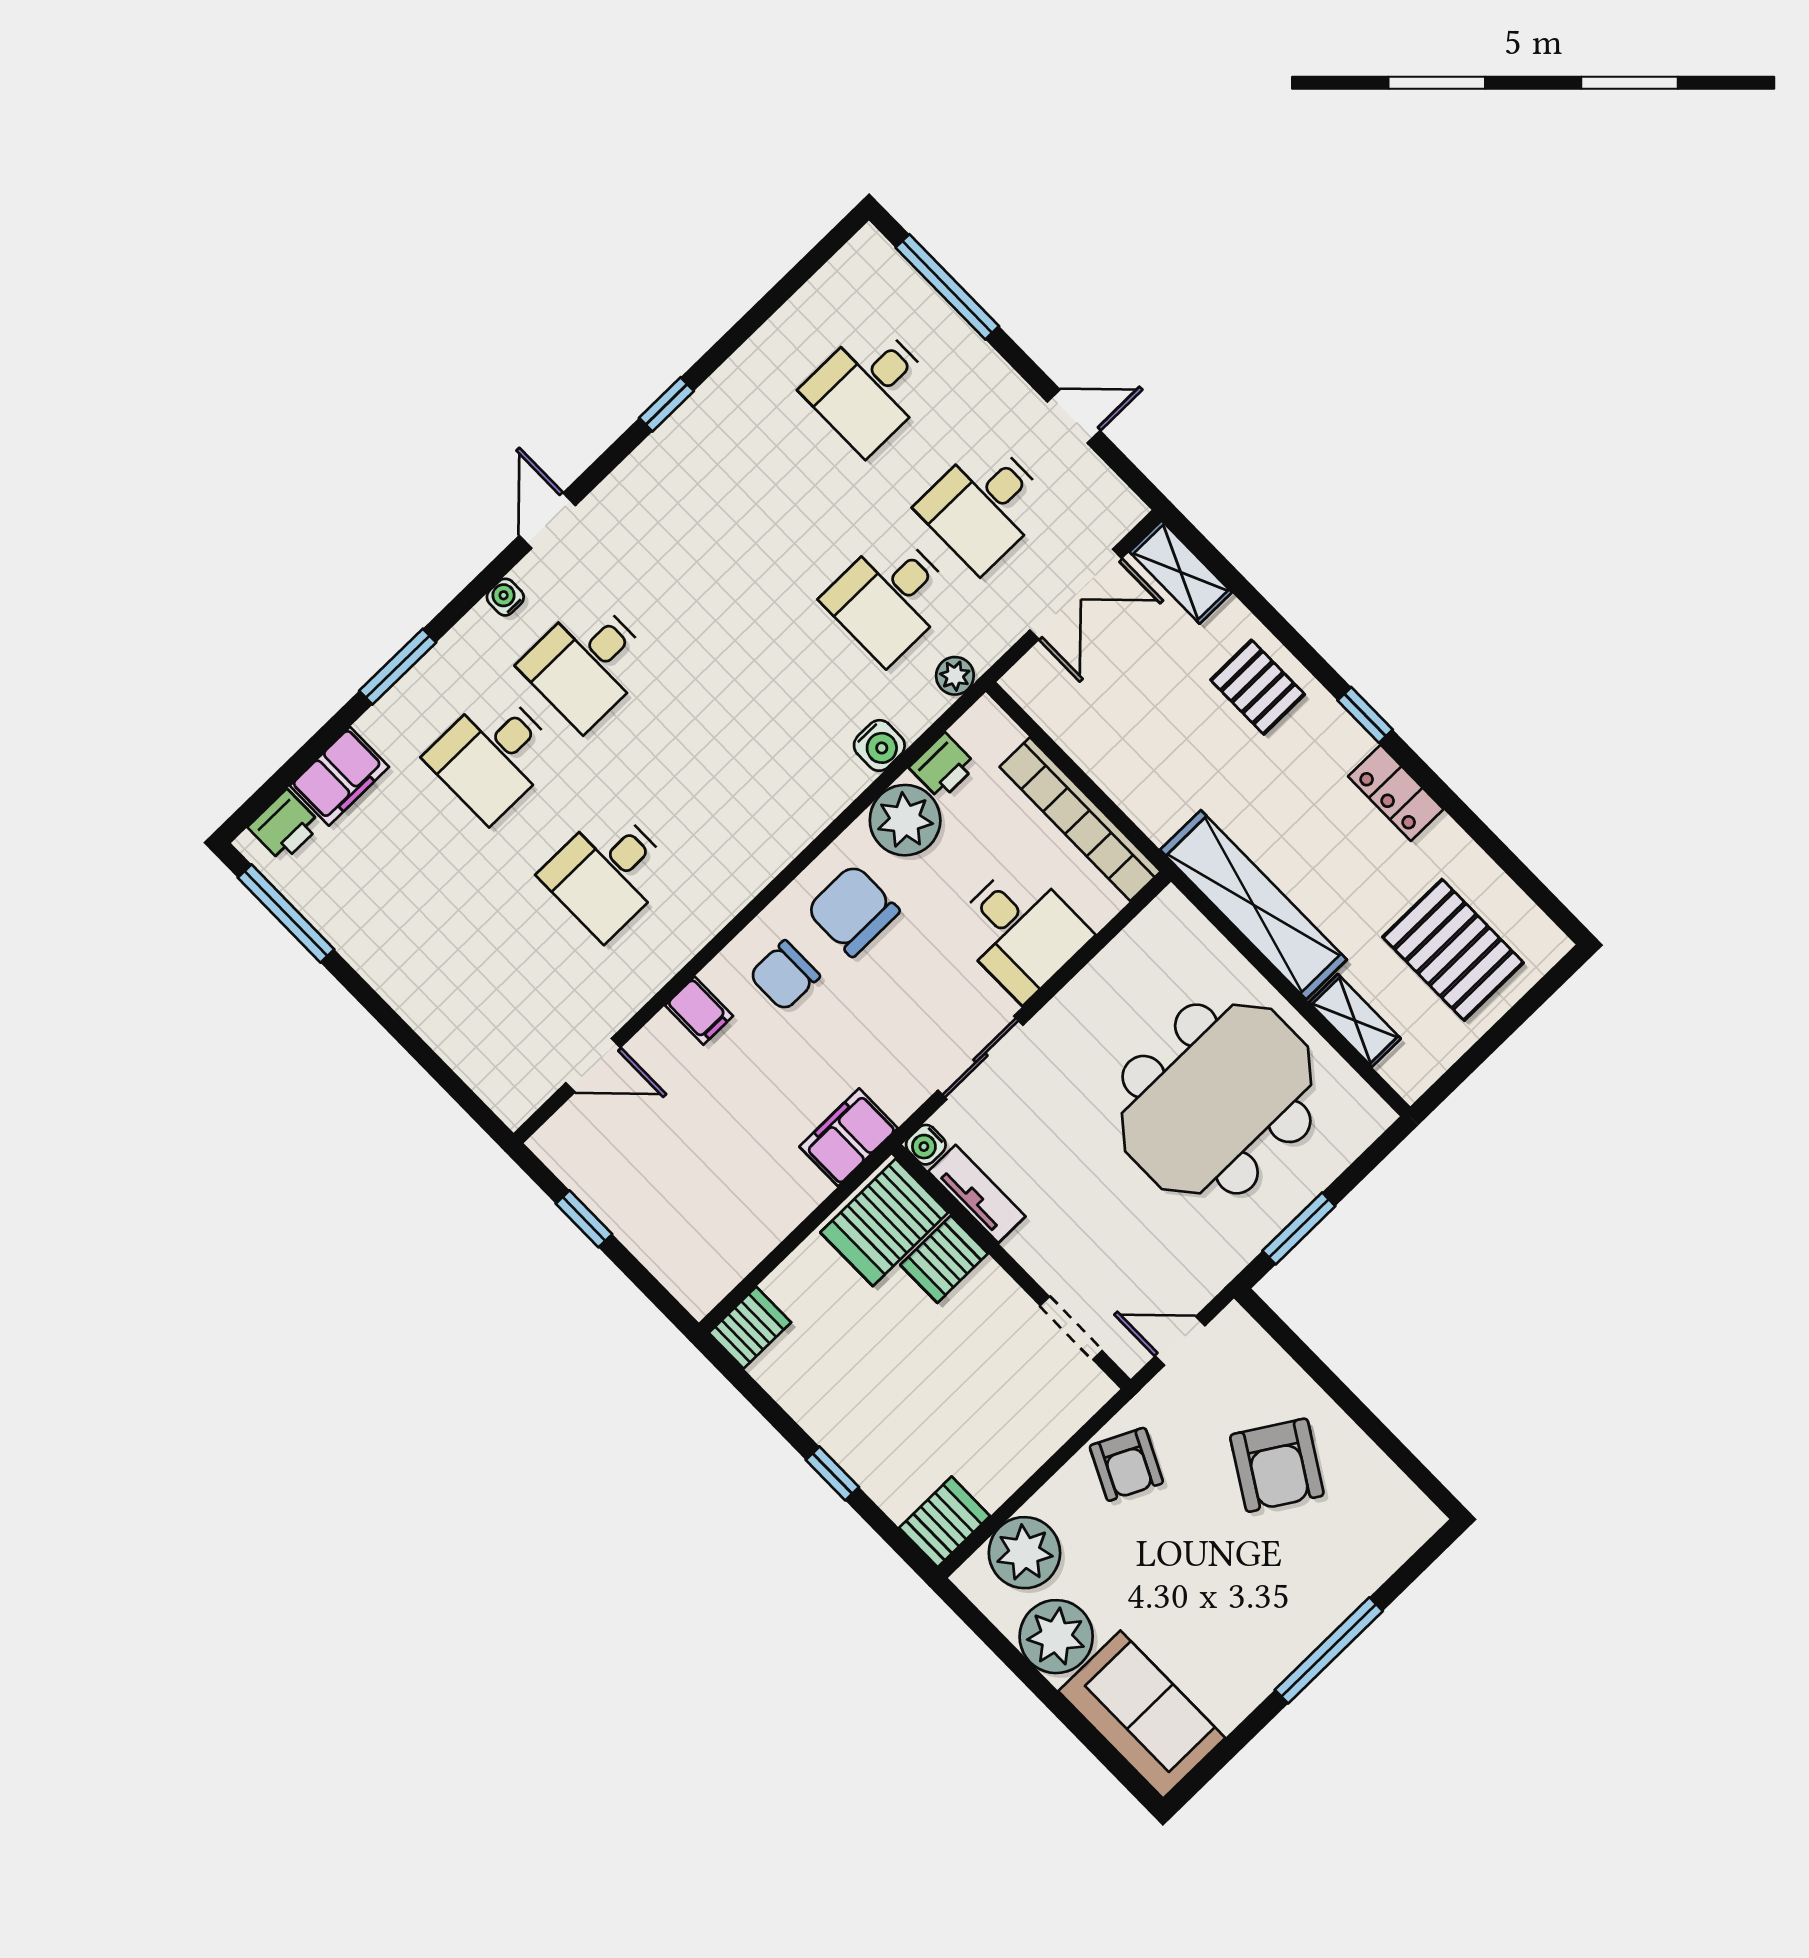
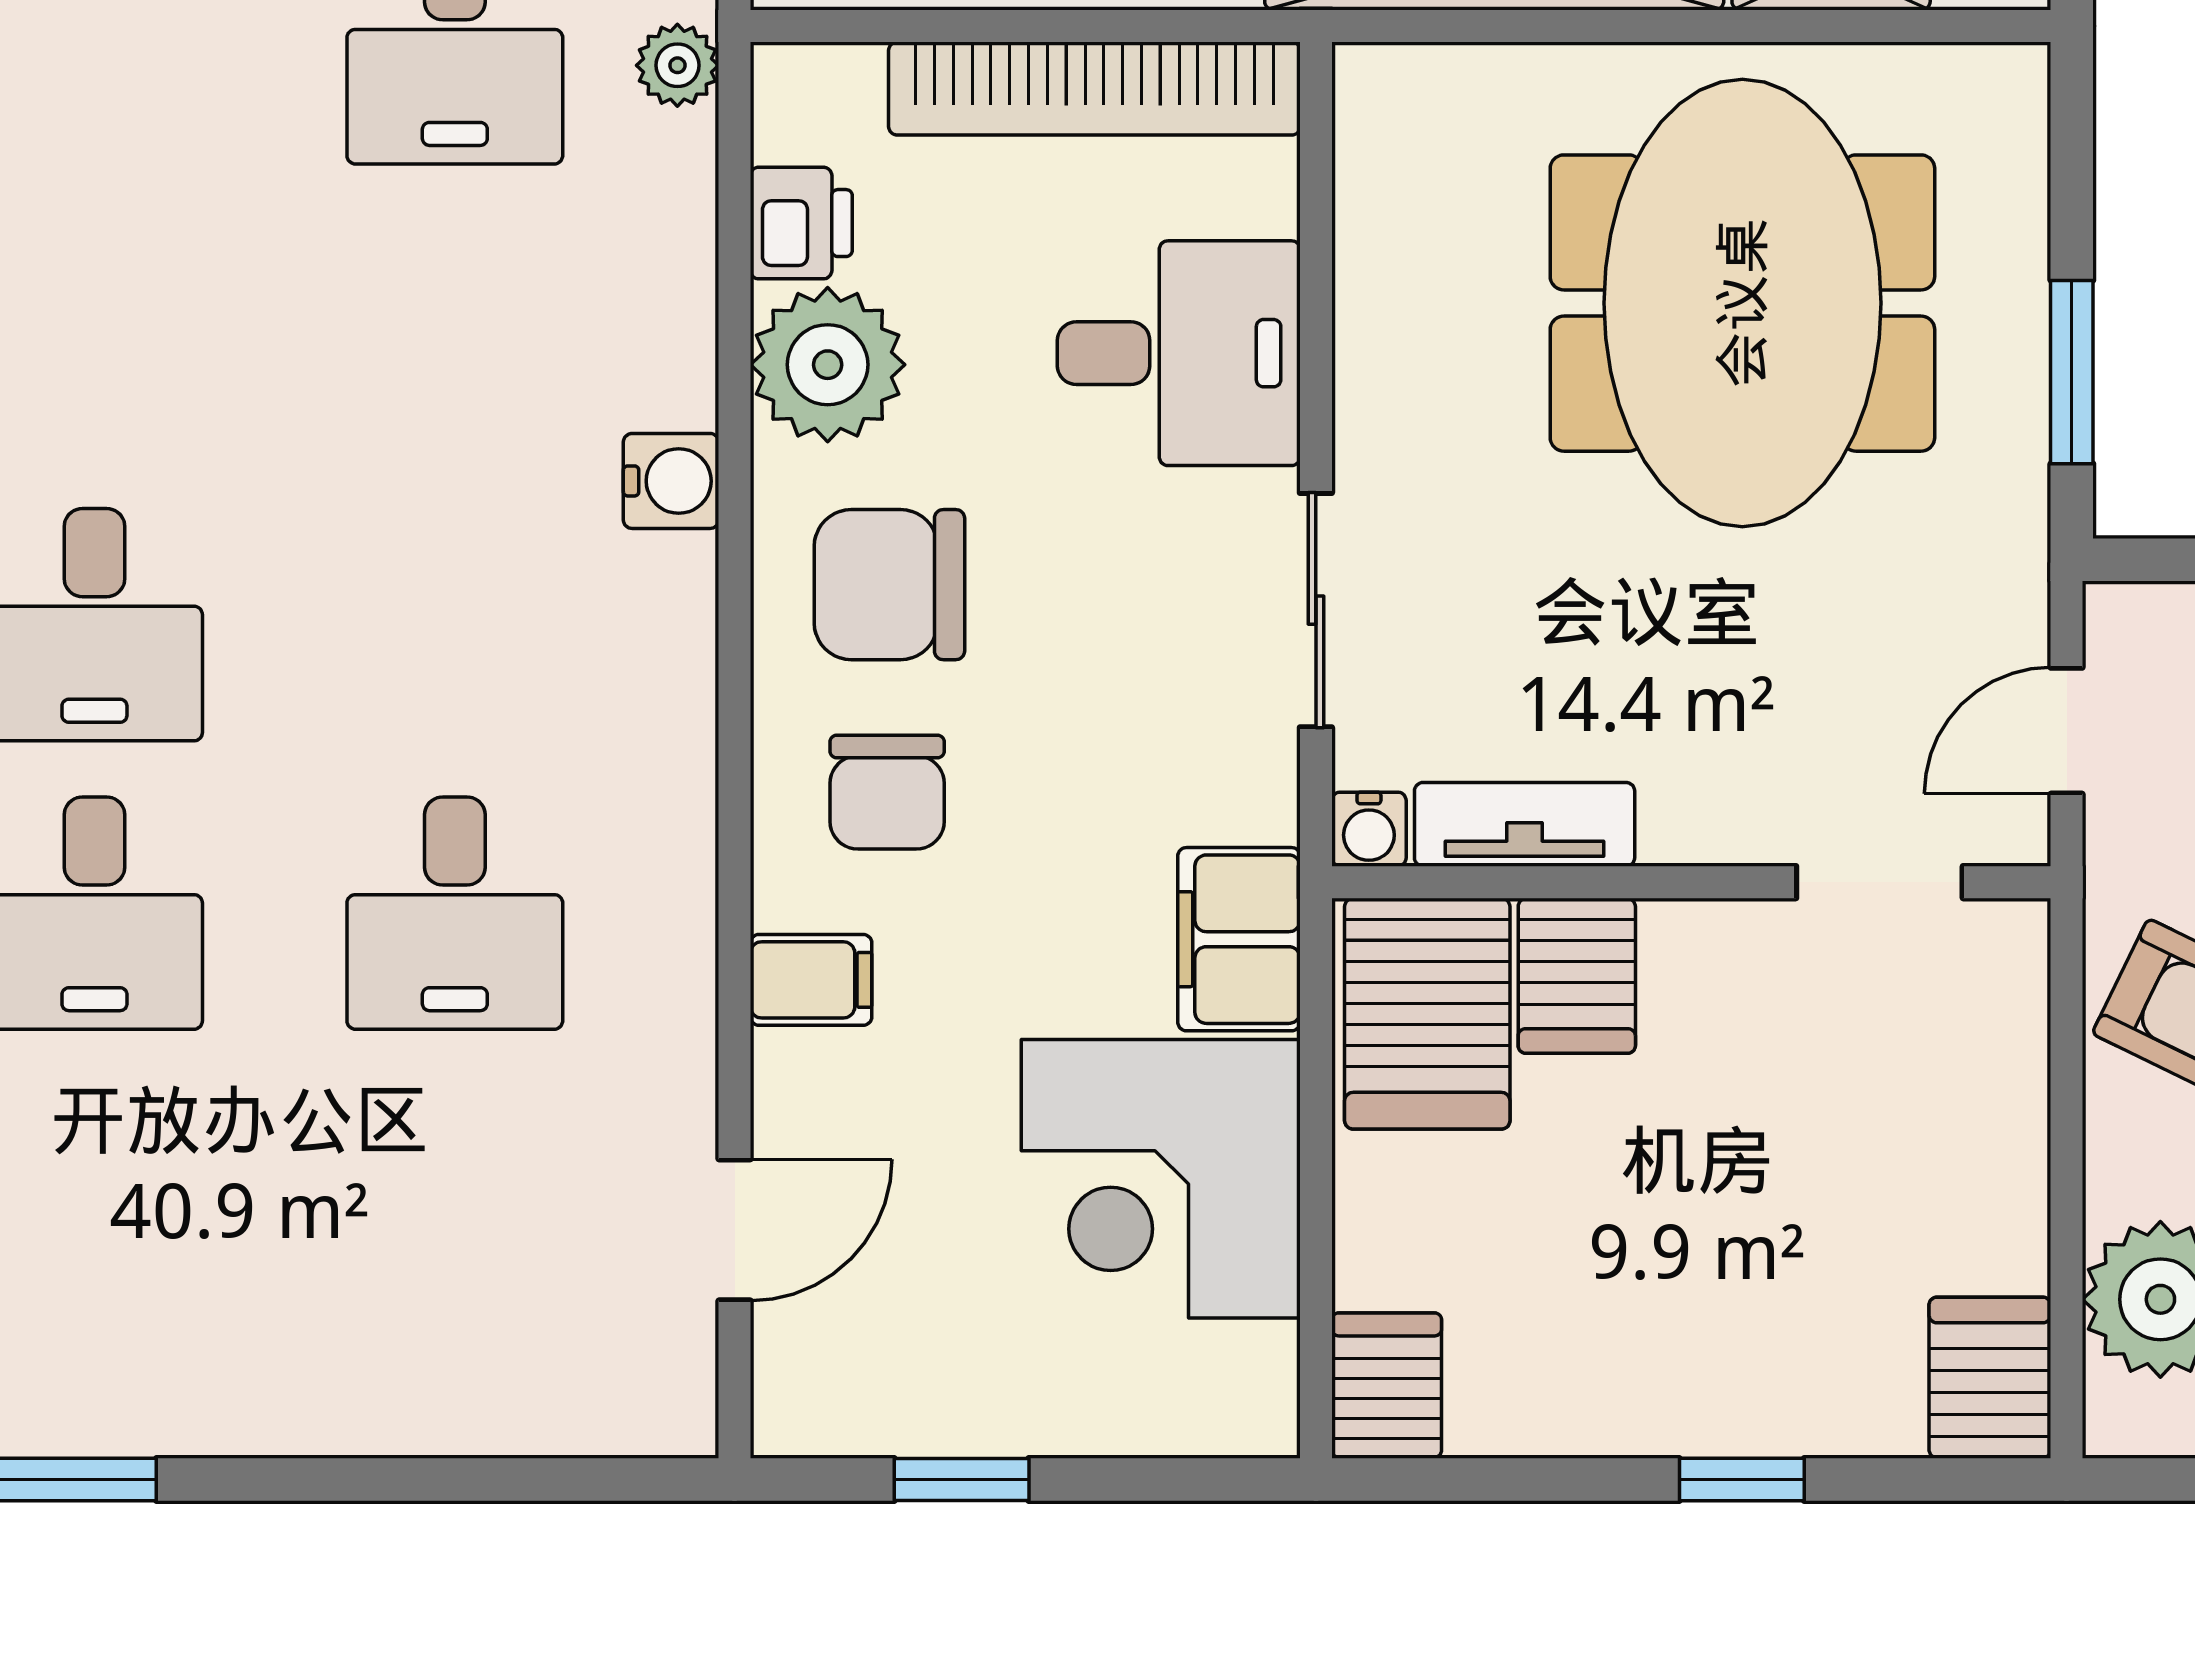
water cooler: (879, 745) -> (671, 481), moved
corner desk: (746, 1188) -> (1161, 1179), added

